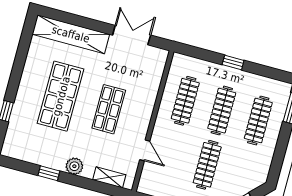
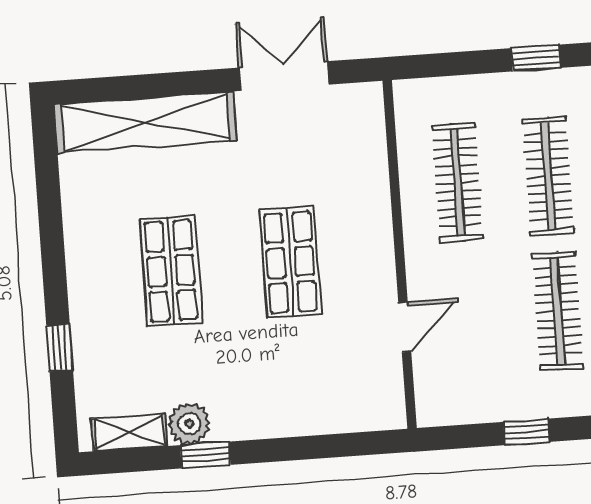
shop shelf: (61, 96) -> (171, 271), width x0.70, depth x0.74
door: (145, 150) -> (405, 327), hinge flipped
plant: (74, 166) -> (189, 424), moved
shelving: (109, 177) -> (129, 432), moved

